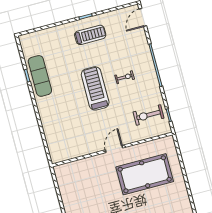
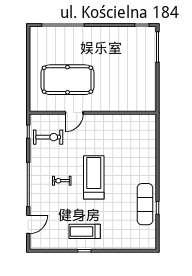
door: (143, 17) -> (28, 224), moved
treadmill: (95, 88) -> (94, 177), turned 180
door: (114, 149) -> (74, 113), moved

